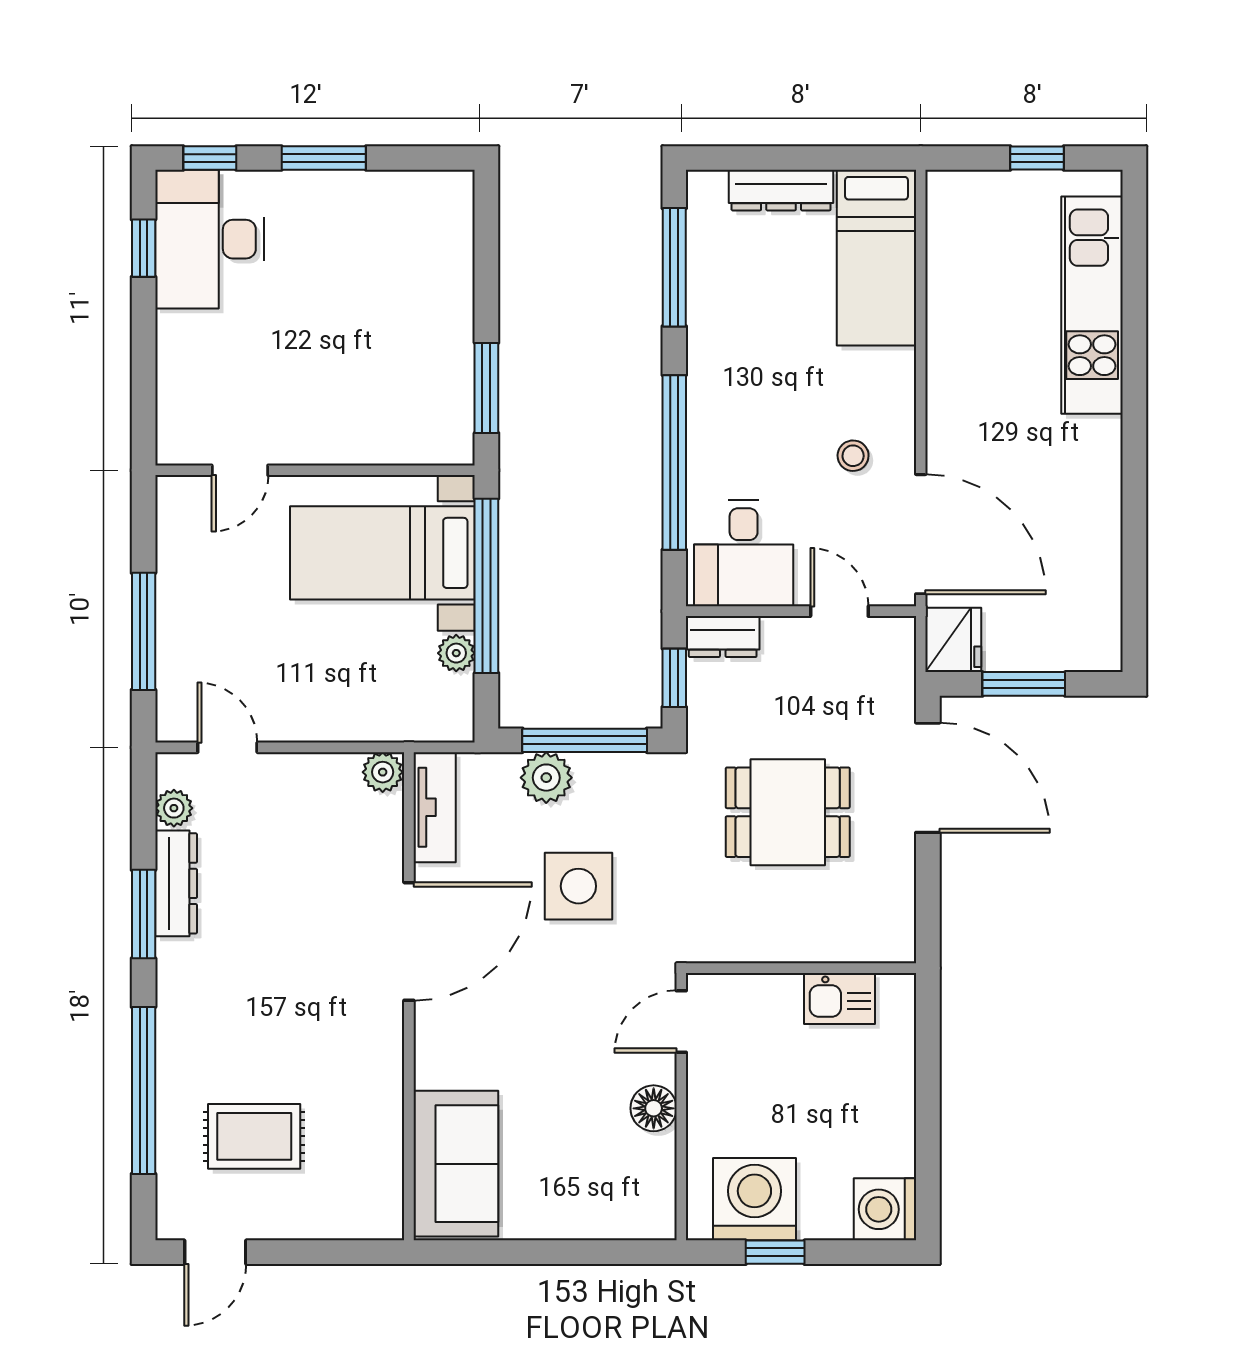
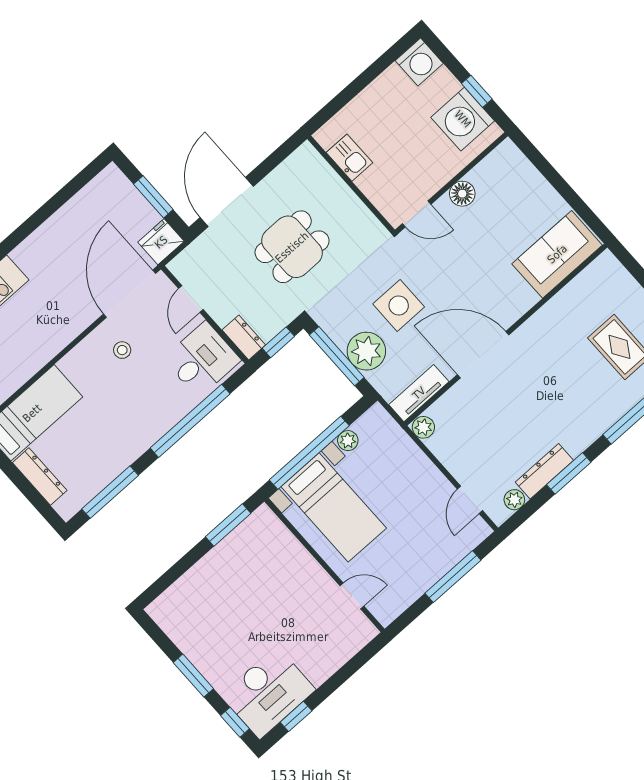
plant: (546, 778) -> (366, 351), width x1.36, depth x1.36
dining table: (788, 812) -> (292, 247), turned 90

